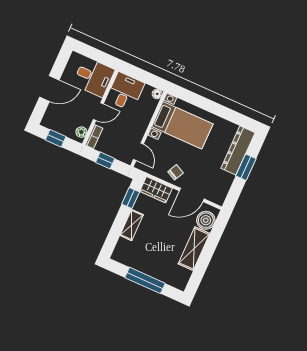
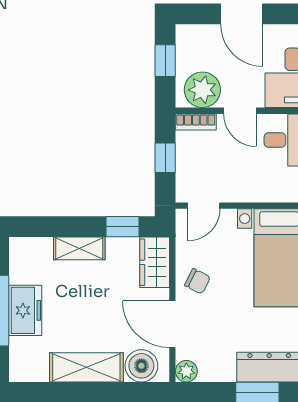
plant: (81, 132) -> (202, 90), width x1.87, depth x1.87
plant: (219, 199) -> (186, 371), added
freezer: (151, 267) -> (25, 310), added

